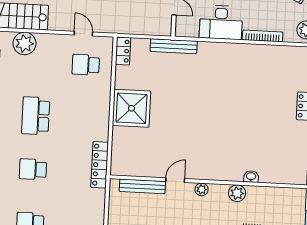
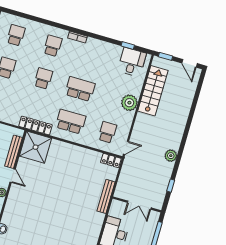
door: (83, 34) -> (126, 148), moved
plant: (24, 44) -> (129, 103), moved
shower: (132, 108) -> (36, 147), moved
school desk: (83, 118) -> (71, 122), added

